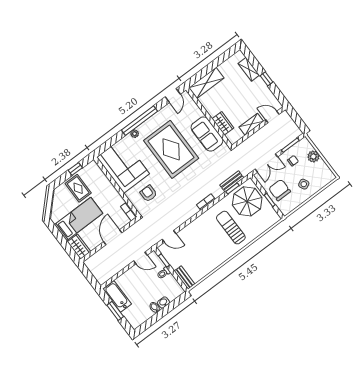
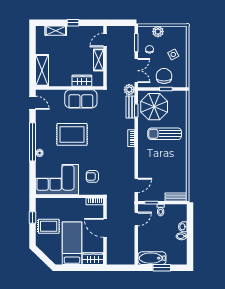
rug: (171, 149) -> (72, 134), width x0.73, depth x0.69
plant: (246, 169) -> (129, 90), added
chair: (280, 190) -> (164, 76), turned 90

